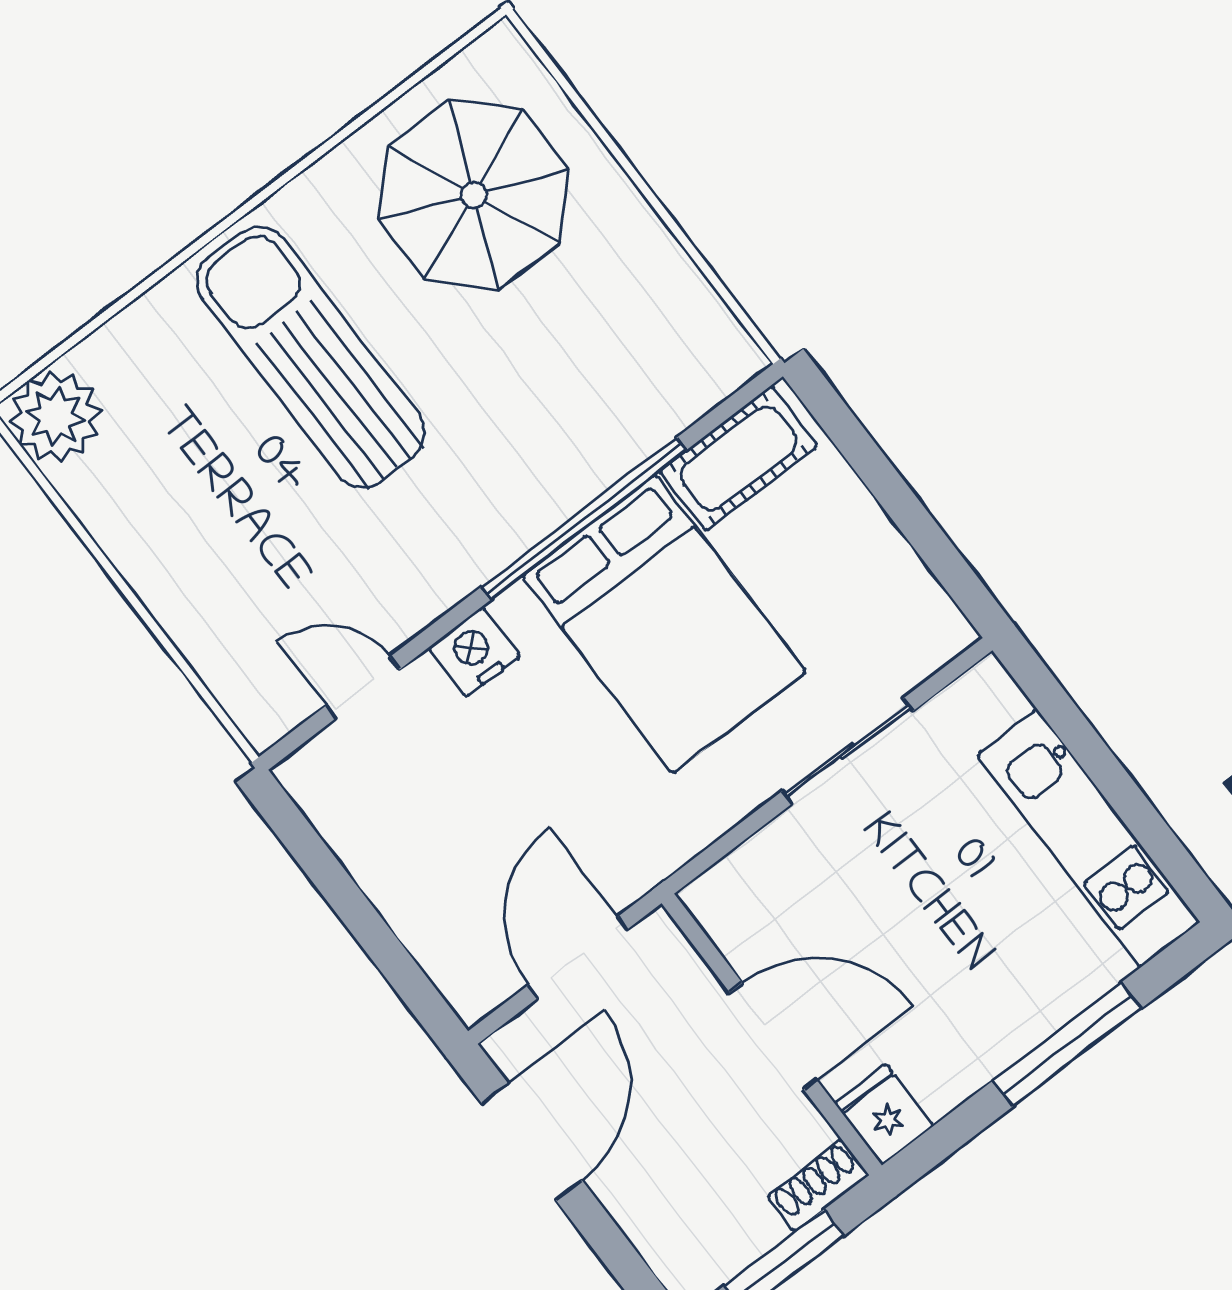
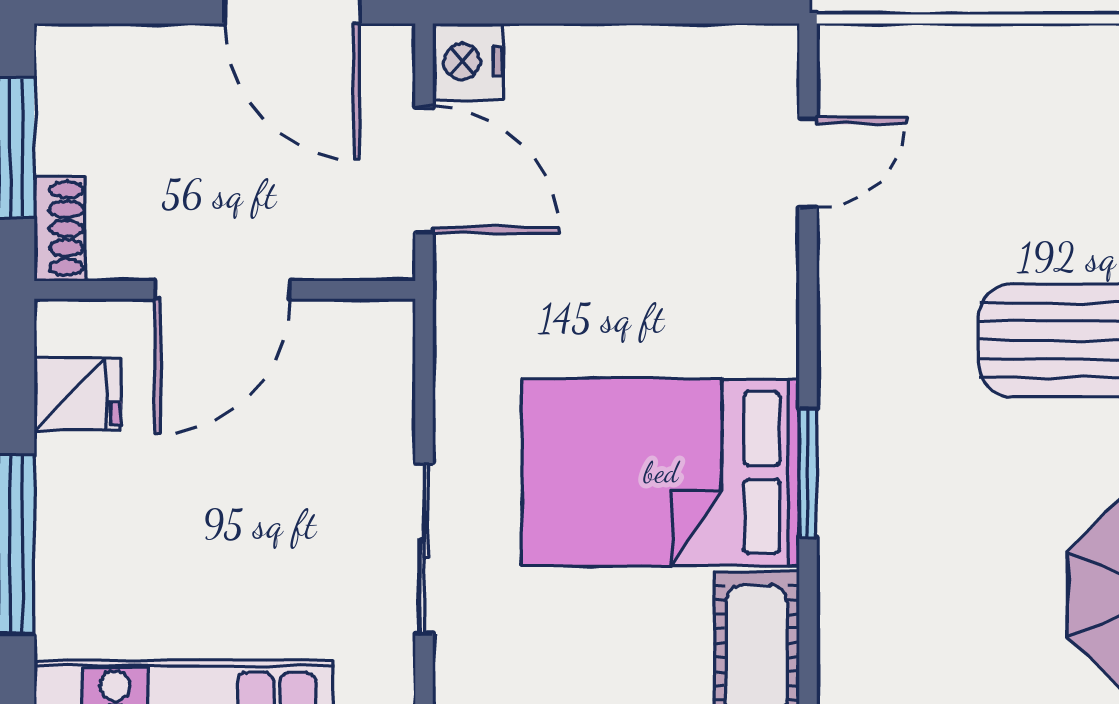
window: (584, 518) -> (808, 473), width x0.47
nightstand: (474, 652) -> (468, 61), moved, turned 180
fridge: (884, 1115) -> (78, 394), moved

